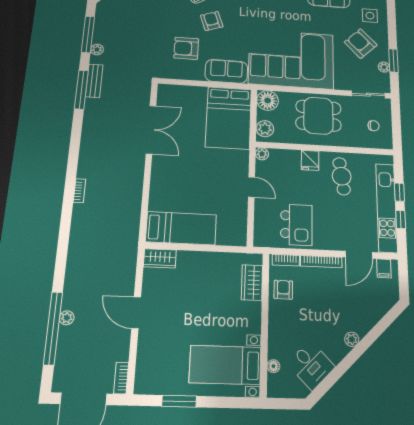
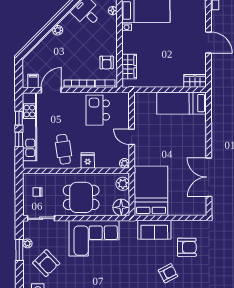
armchair: (212, 21) -> (168, 273), turned -98
corner sofa: (291, 59) -> (94, 238), width x0.73, depth x0.74

